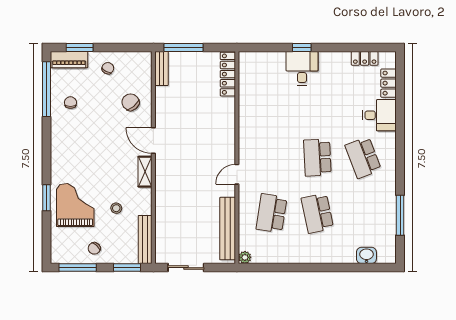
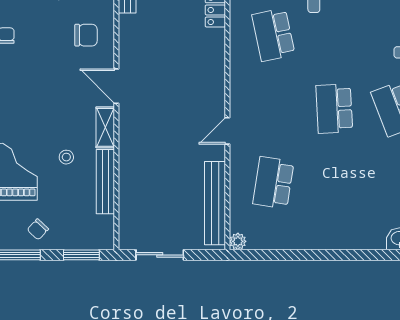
chair: (131, 102) -> (86, 35), turned 130
stool: (116, 208) -> (66, 157), moved
school desk: (317, 213) -> (273, 35), moved
bench: (145, 240) -> (105, 182), moved

